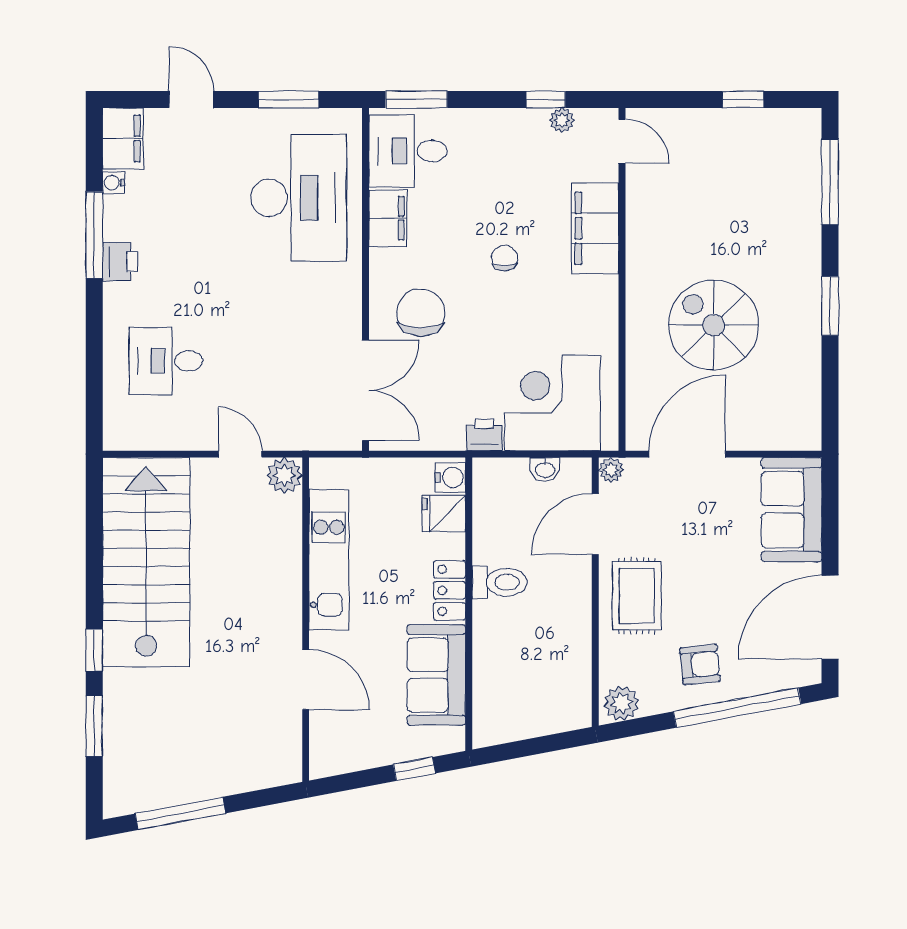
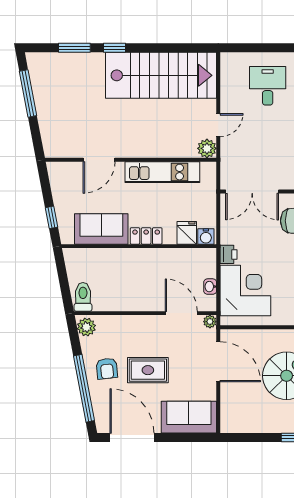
toilet: (499, 582) -> (83, 297), moved, turned 180
rug: (637, 596) -> (148, 370), moved

